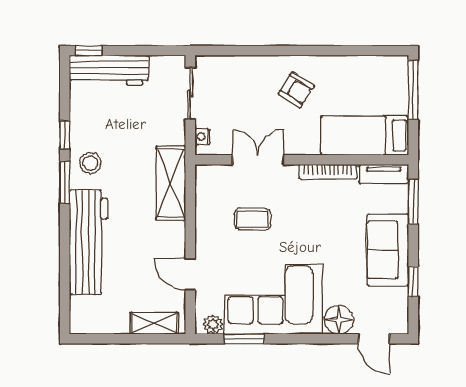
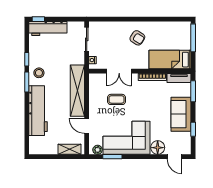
double door: (258, 160) -> (119, 71), swing flipped
shelving: (171, 183) -> (77, 91), width x1.47

